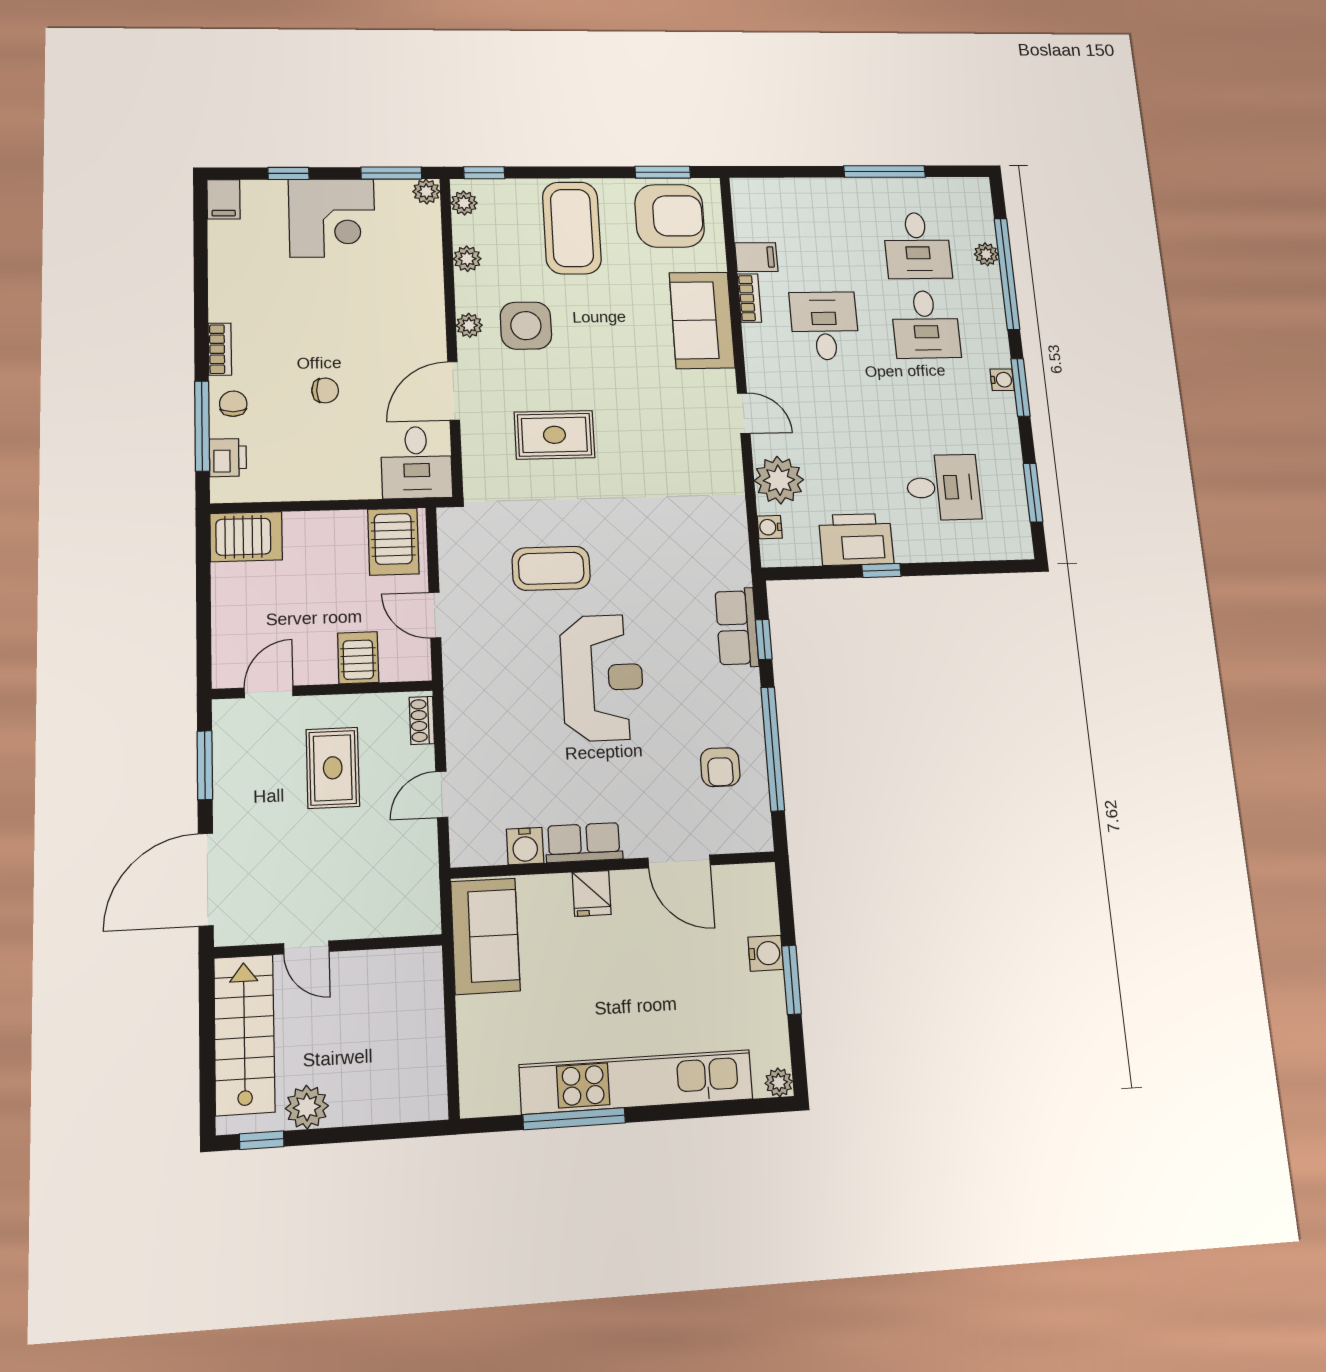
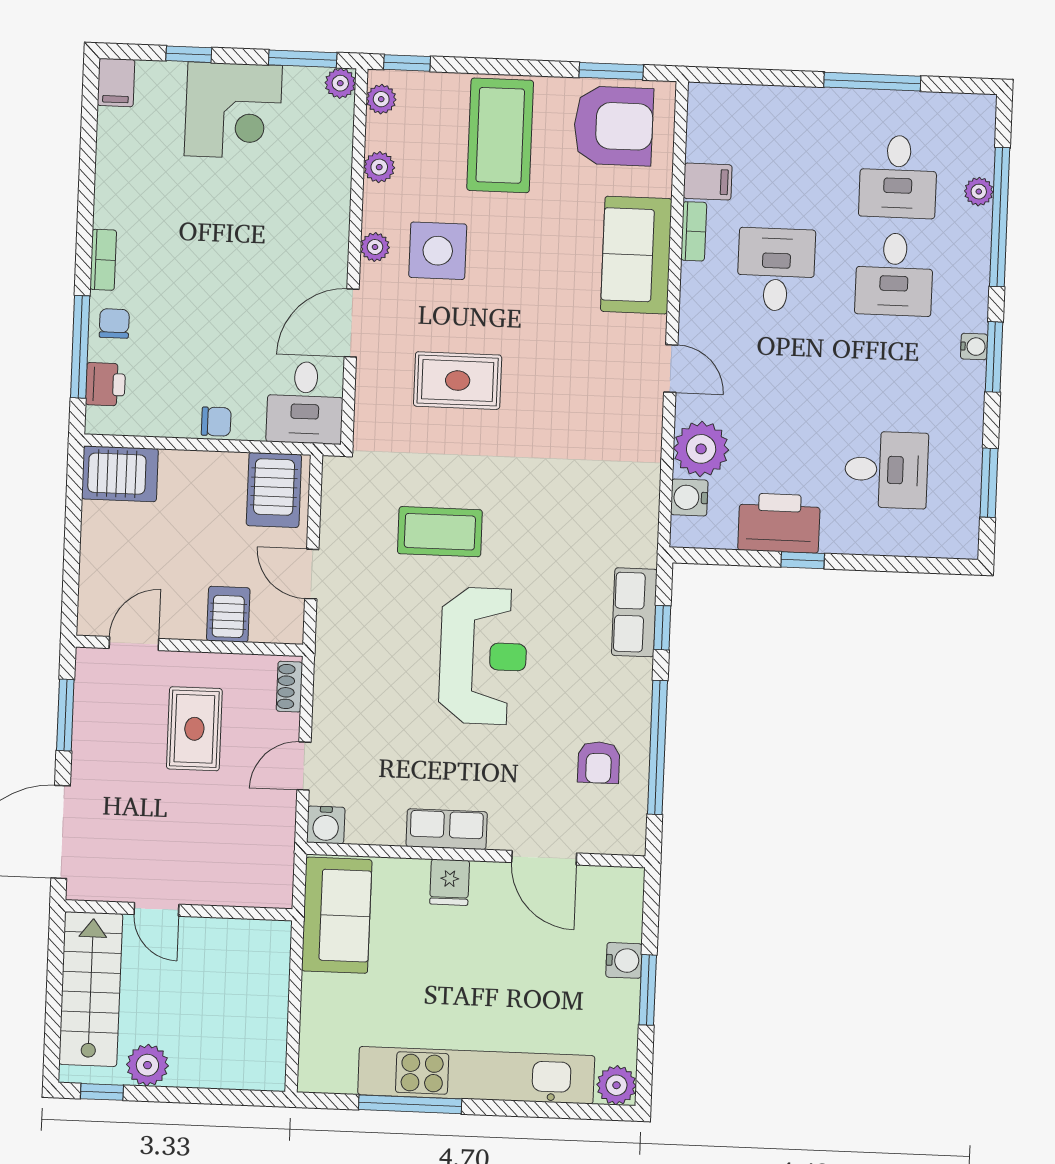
chair: (325, 390) -> (216, 422), moved
water cooler: (770, 527) -> (689, 497), width x1.38, depth x1.38
water cooler: (525, 846) -> (326, 825), moved
plant: (779, 1082) -> (616, 1085), width x1.38, depth x1.38

